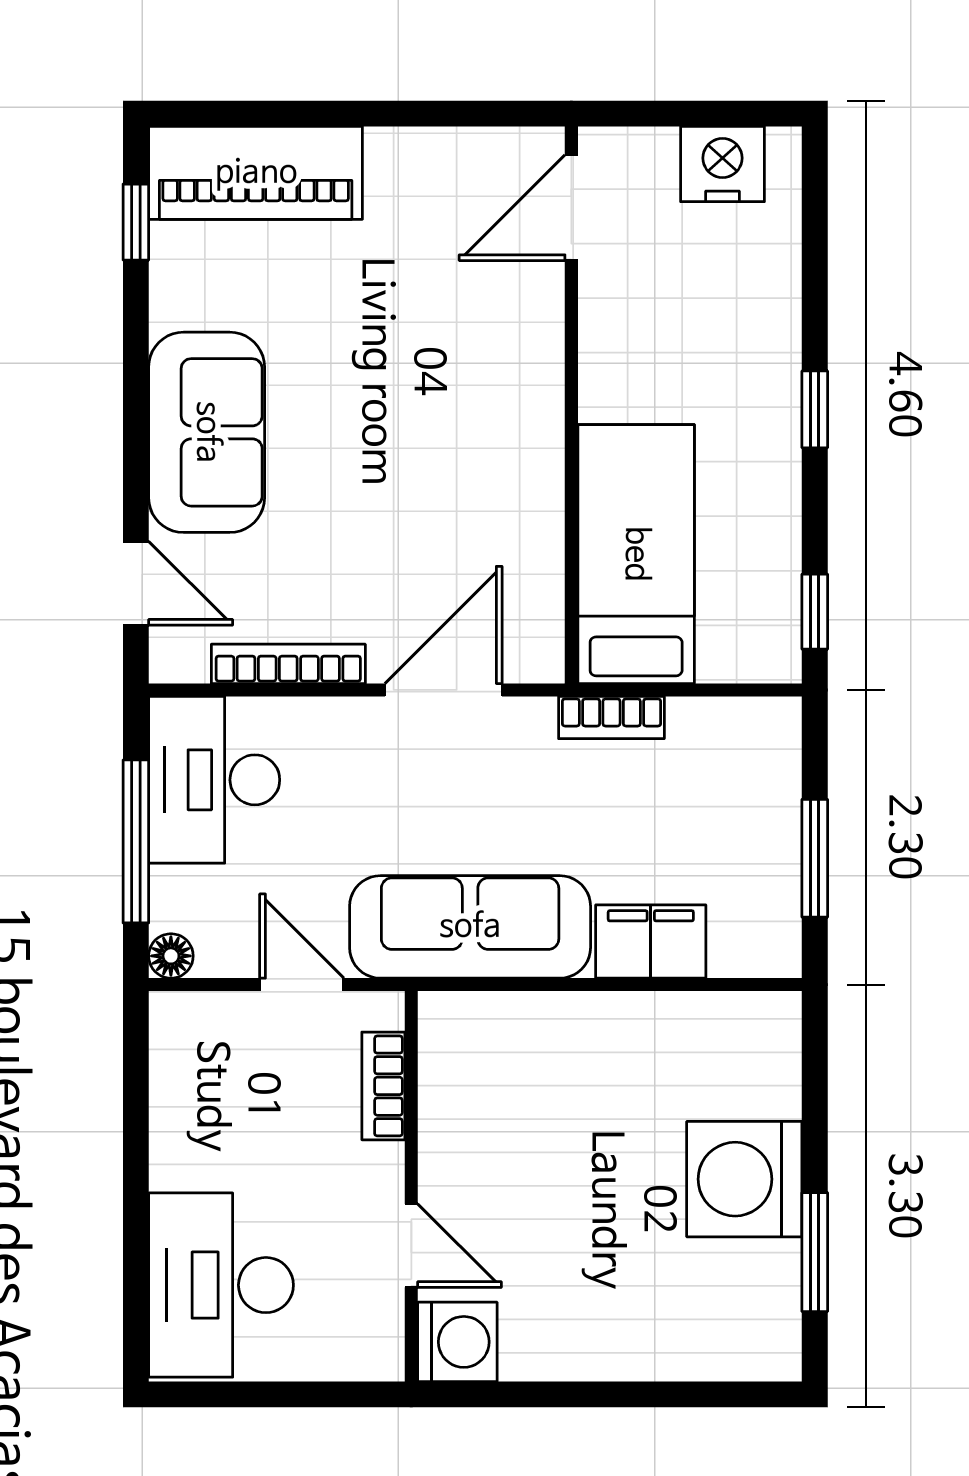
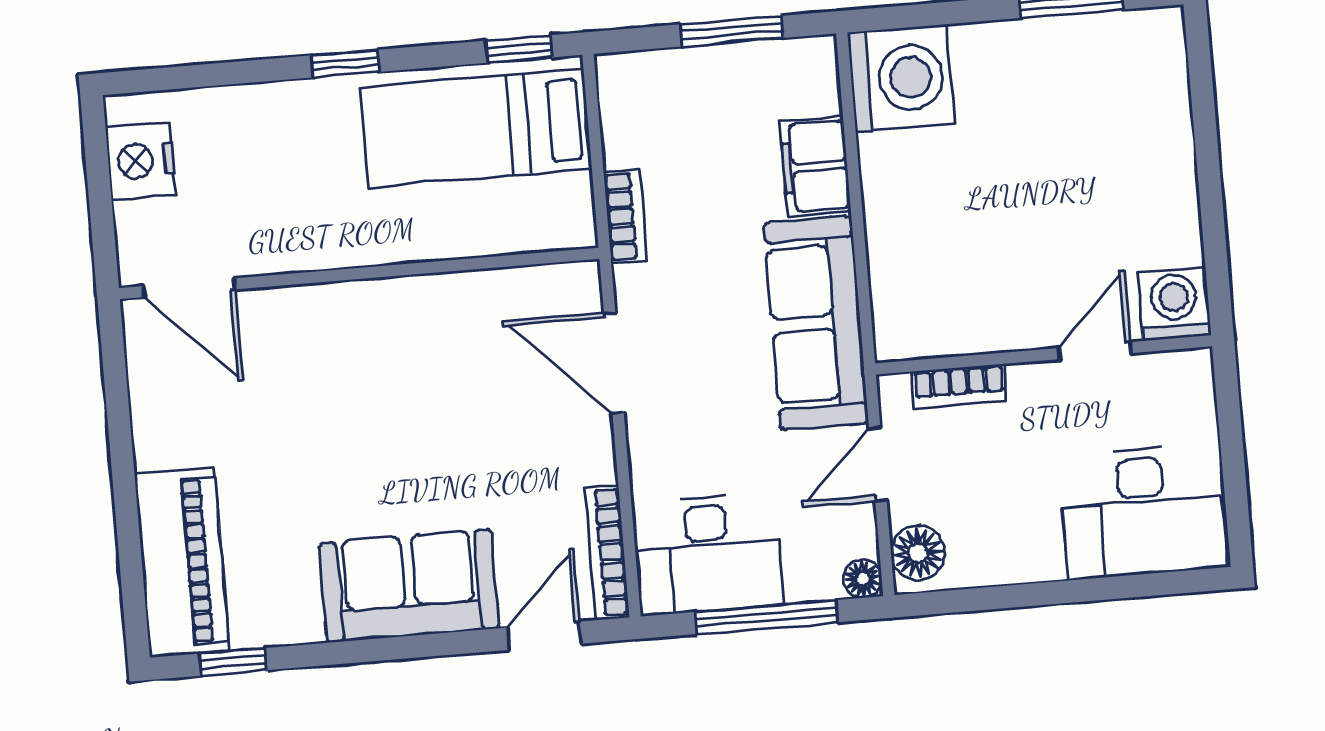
bed: (636, 554) -> (476, 128), moved
bookcase: (288, 664) -> (607, 553), moved
floor lamp: (195, 1022) -> (918, 553), added
washing machine: (744, 1179) -> (901, 78), moved, turned -90

